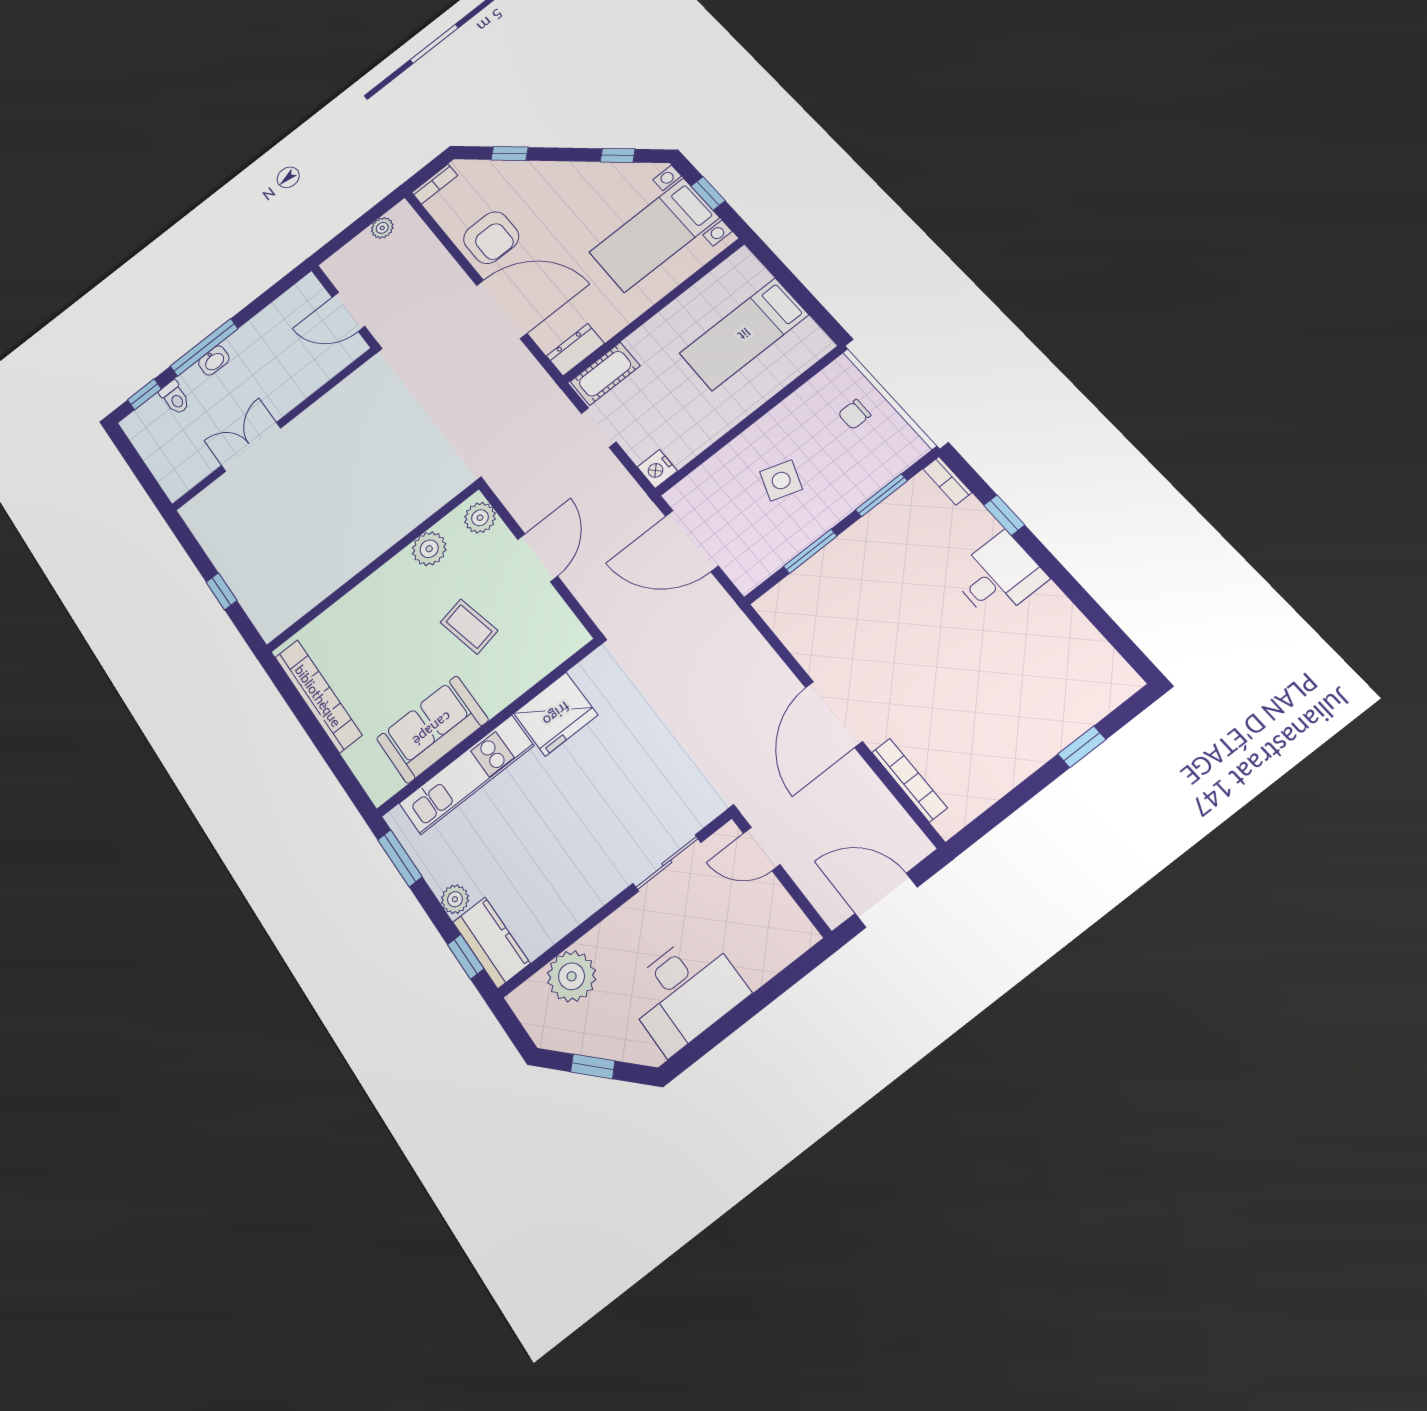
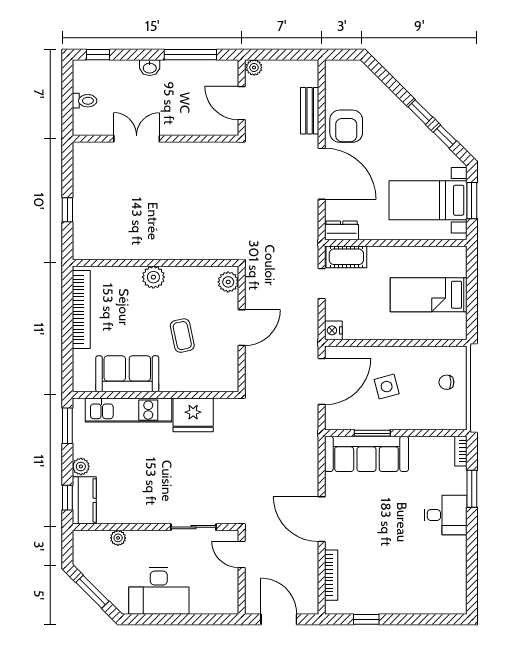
window: (510, 154) -> (420, 112), moved
bookcase: (435, 184) -> (340, 66), removed
window: (708, 193) -> (472, 201), width x1.50
plant: (382, 228) -> (254, 67), moved
bench: (435, 256) -> (310, 111), added
window: (204, 347) -> (190, 55), moved
toilet: (175, 398) -> (85, 101), moved, turned -90
side table: (781, 481) -> (387, 387), turned -34
window: (881, 495) -> (426, 433), removed
window: (1004, 515) -> (472, 489), width x1.50
door: (692, 541) -> (322, 382), swing flipped
plant: (429, 549) -> (153, 277), moved
sofa: (824, 583) -> (366, 454), added
door: (834, 714) -> (322, 519), hinge flipped
window: (1082, 747) -> (366, 619), moved
plant: (572, 976) -> (118, 538), width x0.53, depth x0.53
window: (593, 1066) -> (92, 592), width x1.50

